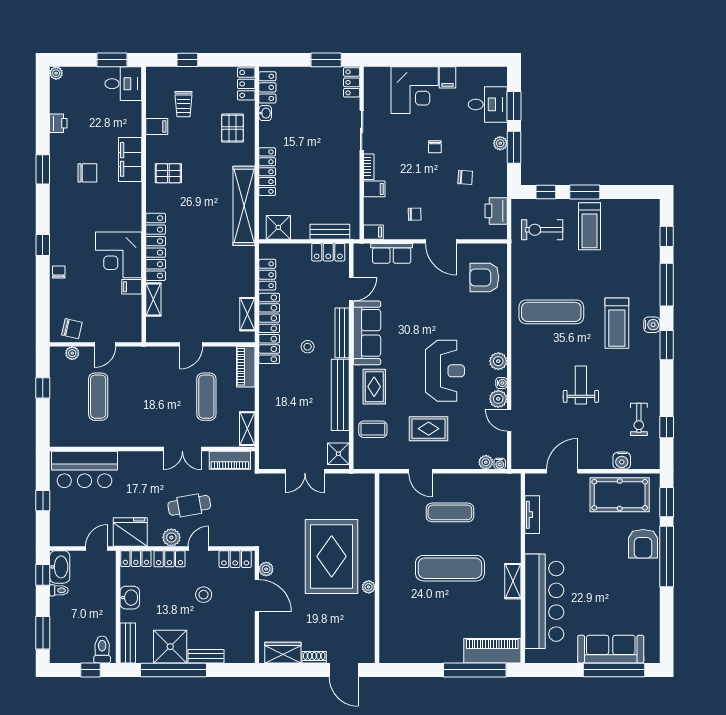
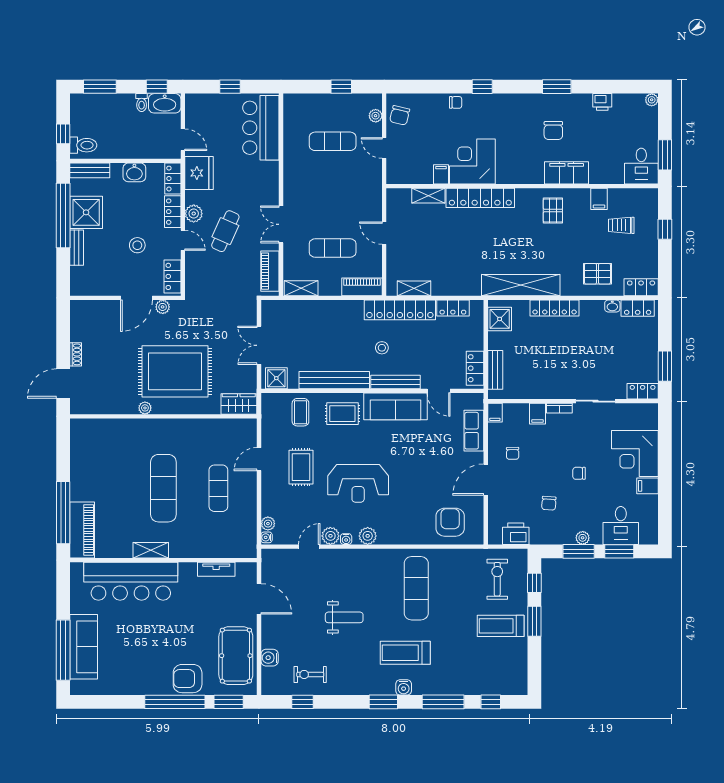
cafe table: (189, 505) -> (225, 231), turned 34
wardrobe: (283, 653) -> (239, 404), moved, turned -90

